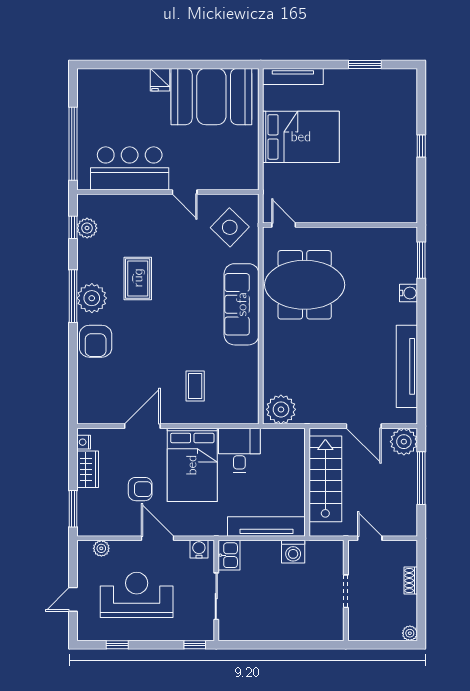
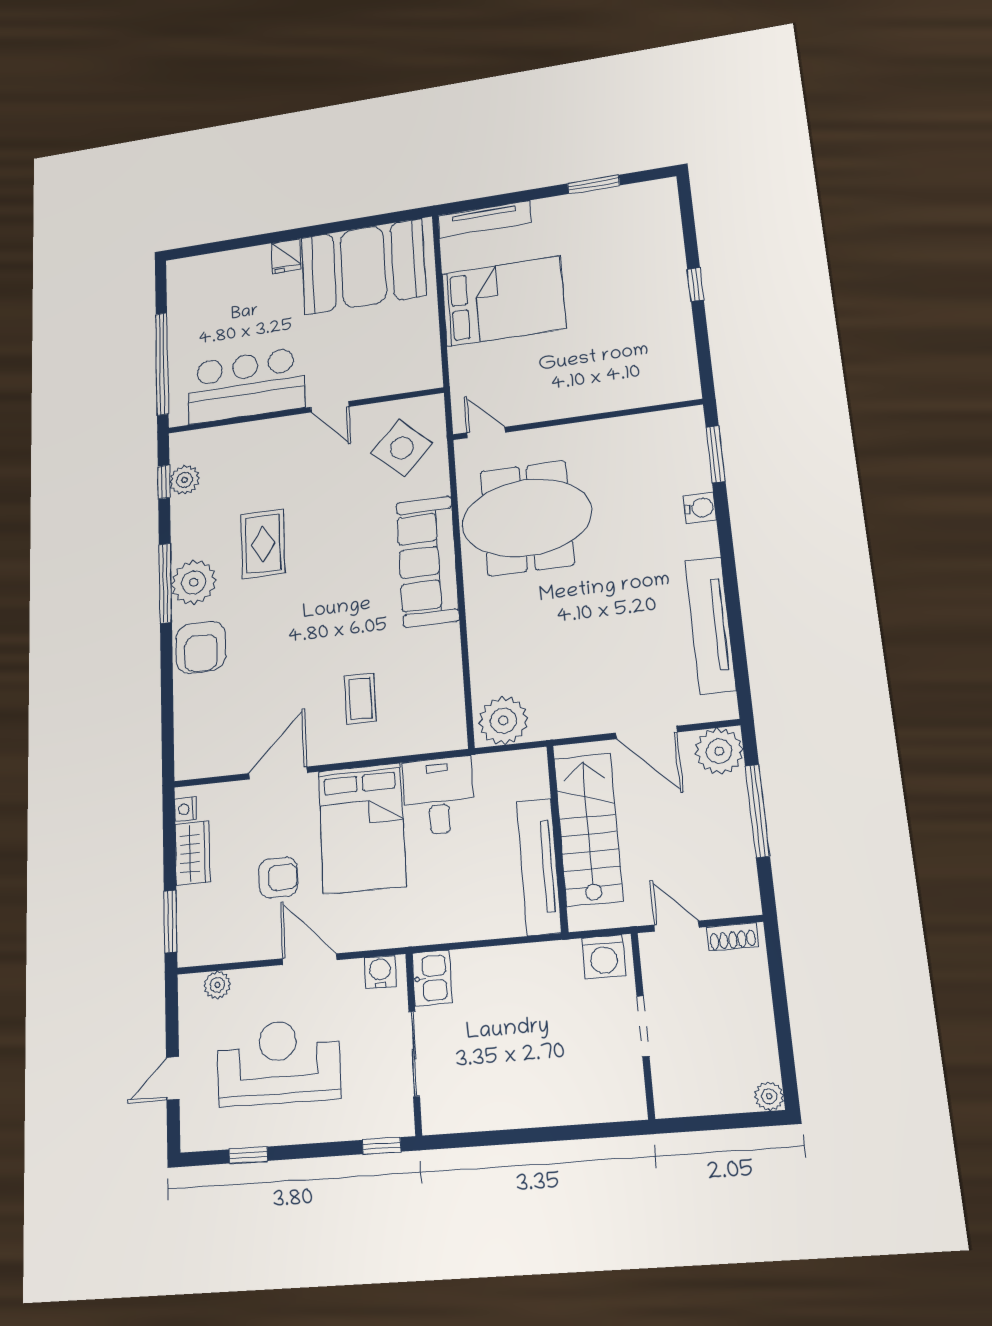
tv unit: (266, 526) -> (539, 867), moved, turned -90
washing machine: (293, 552) -> (604, 957), moved
shoe rack: (411, 581) -> (732, 937), moved, turned -90

